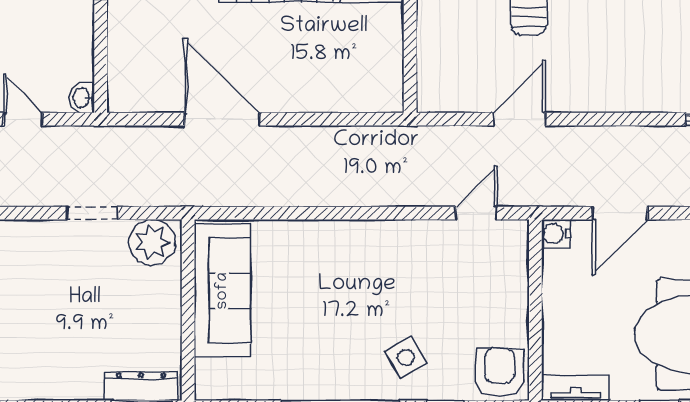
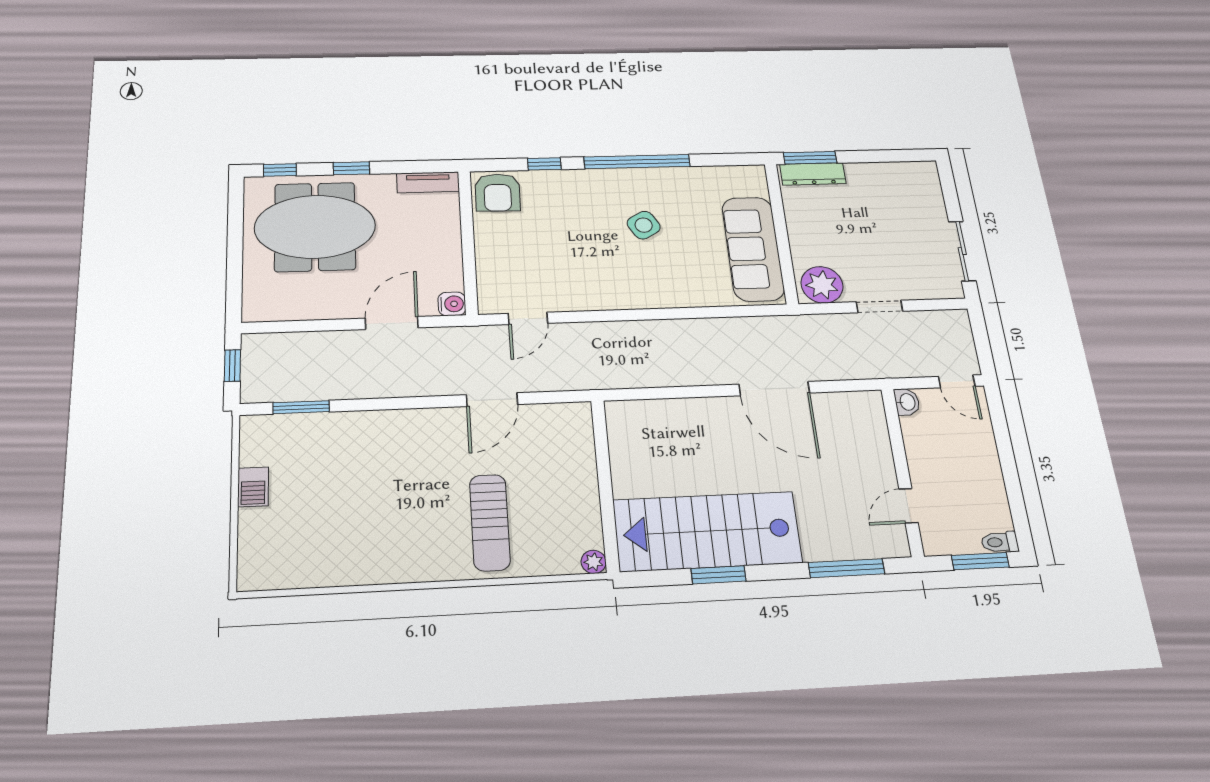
side table: (406, 357) -> (644, 225), moved

